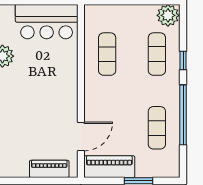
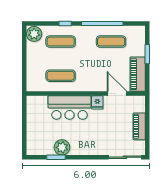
bar counter: (47, 22) -> (70, 108), moved, turned 90
fridge: (68, 108) -> (97, 102), added
piano: (49, 169) -> (139, 126), moved

